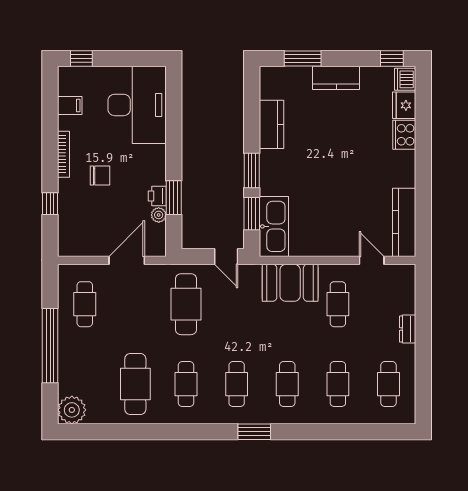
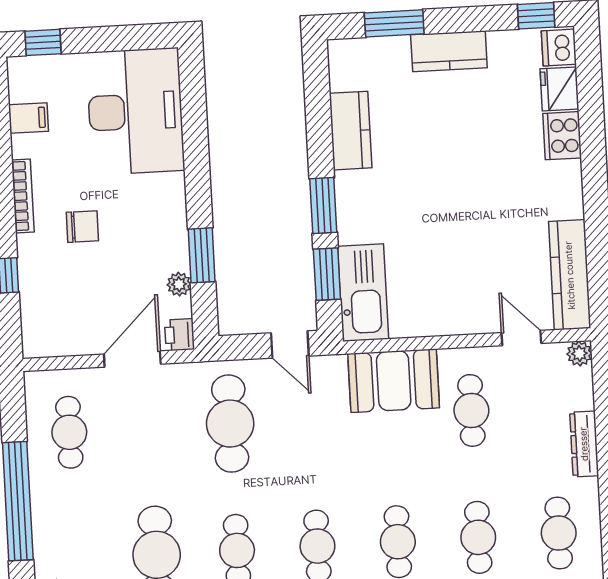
printer: (157, 196) -> (180, 335), moved
plant: (408, 272) -> (579, 354), added
dresser: (408, 329) -> (584, 444), width x1.44

